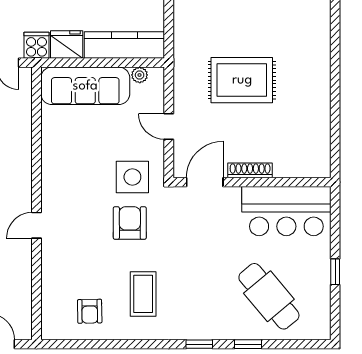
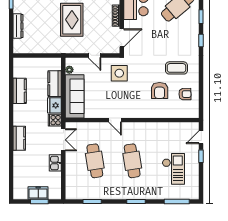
kitchen counter: (124, 45) -> (55, 84), width x0.67
door: (169, 126) -> (95, 55), hinge flipped
door: (205, 182) -> (122, 38), swing flipped
armchair: (130, 223) -> (160, 90), moved, turned -90
door: (37, 225) -> (115, 120), moved

